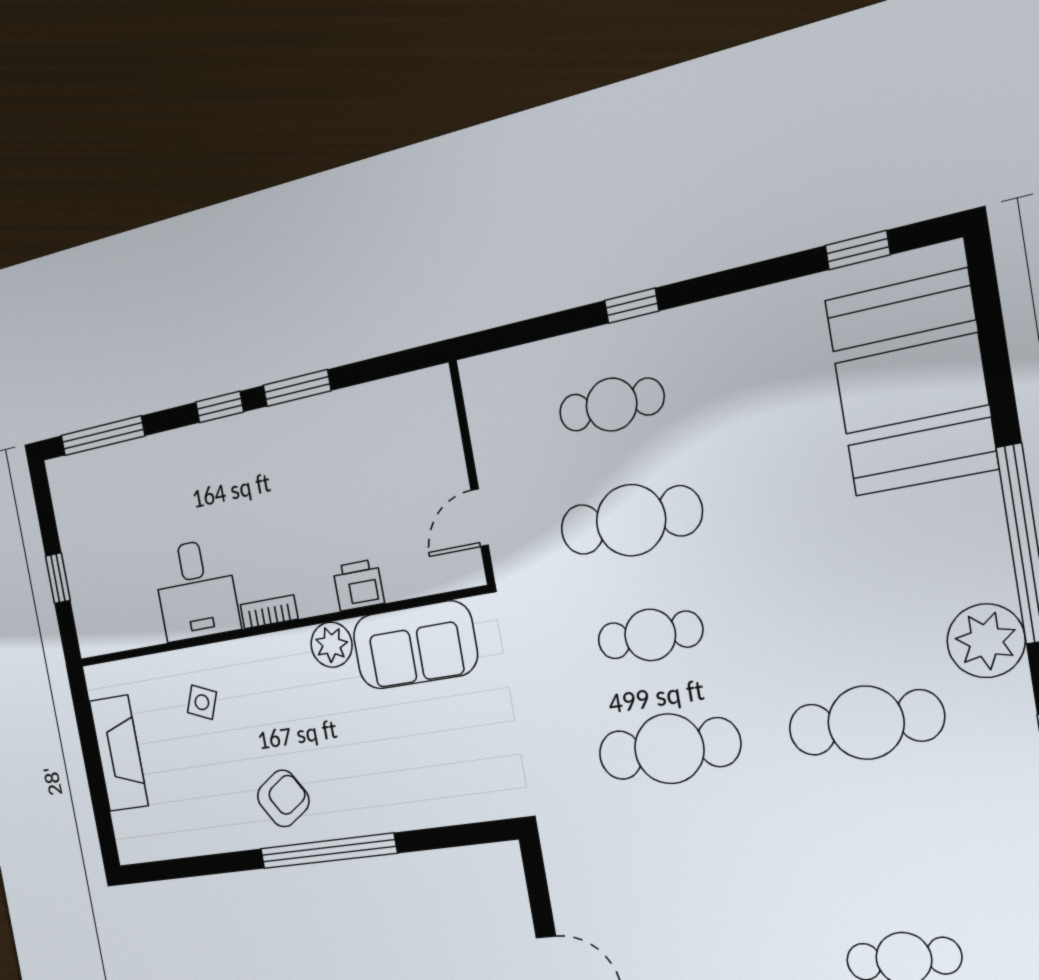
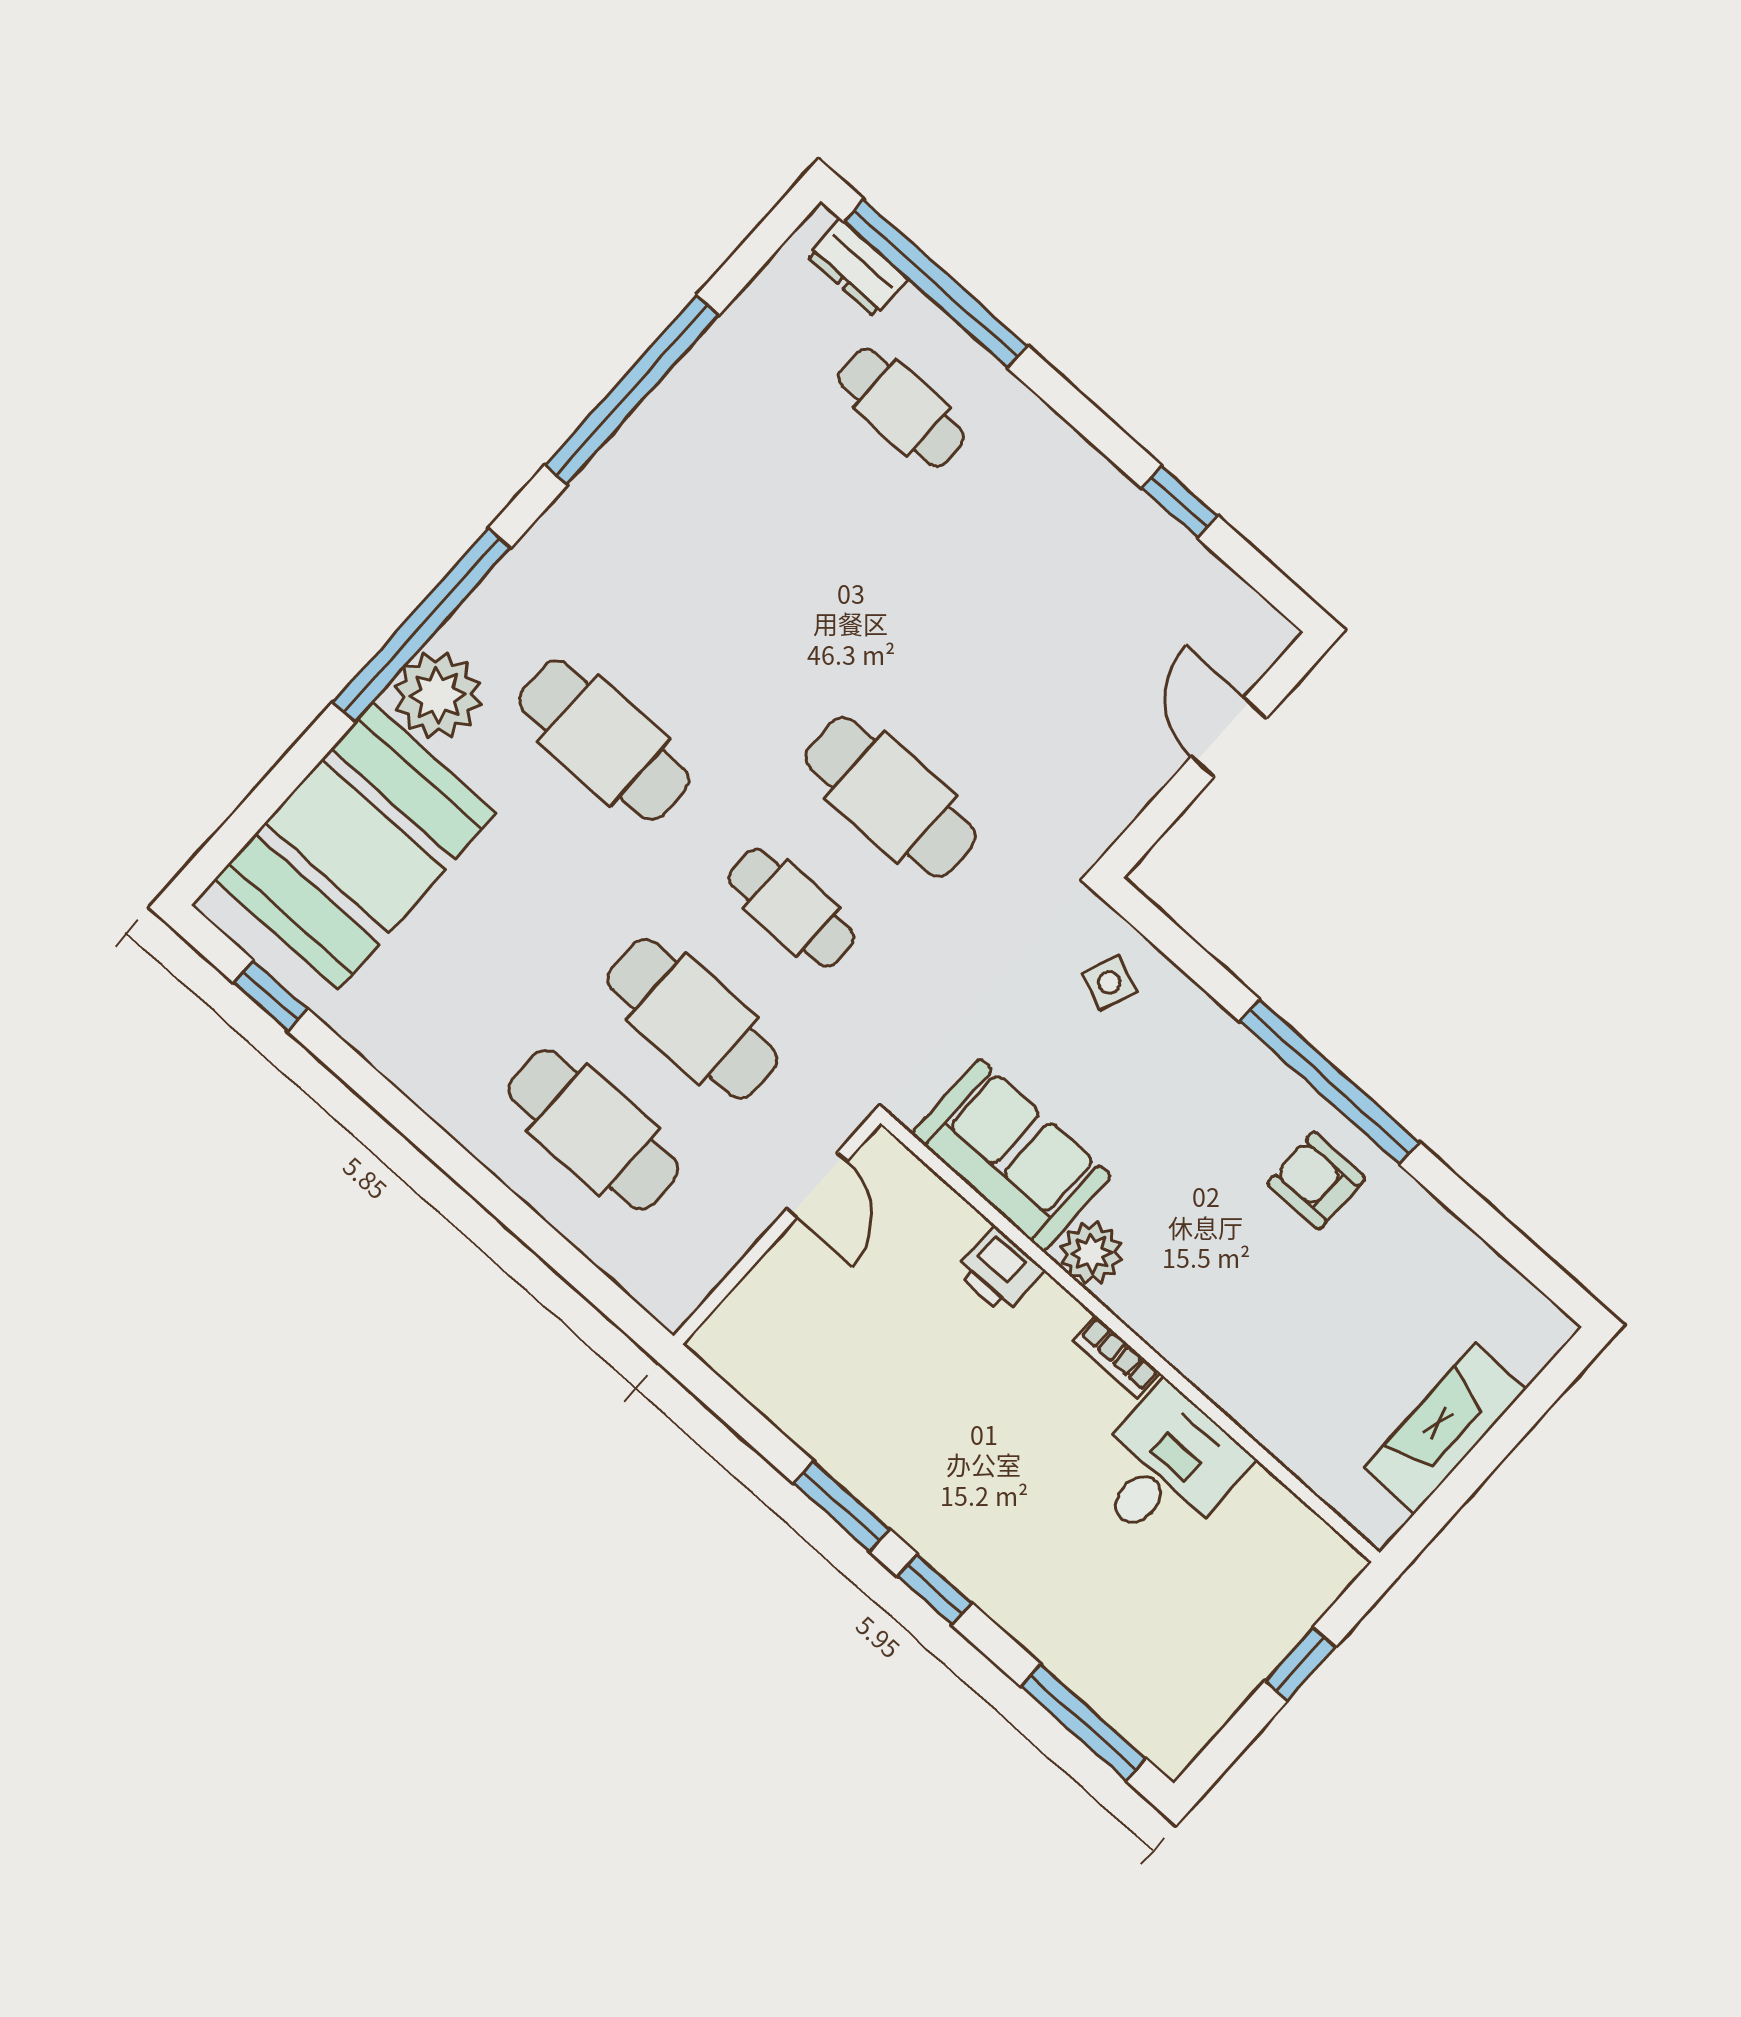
window: (632, 306) -> (481, 1184), removed
cafe table: (612, 405) -> (593, 1130), width x1.37, depth x1.35
door: (480, 518) -> (817, 1185), hinge flipped
plant: (986, 641) -> (438, 695), moved
side table: (202, 702) -> (1109, 983), moved
cafe table: (866, 723) -> (604, 740), moved
armchair: (283, 798) -> (1316, 1181), turned 33

